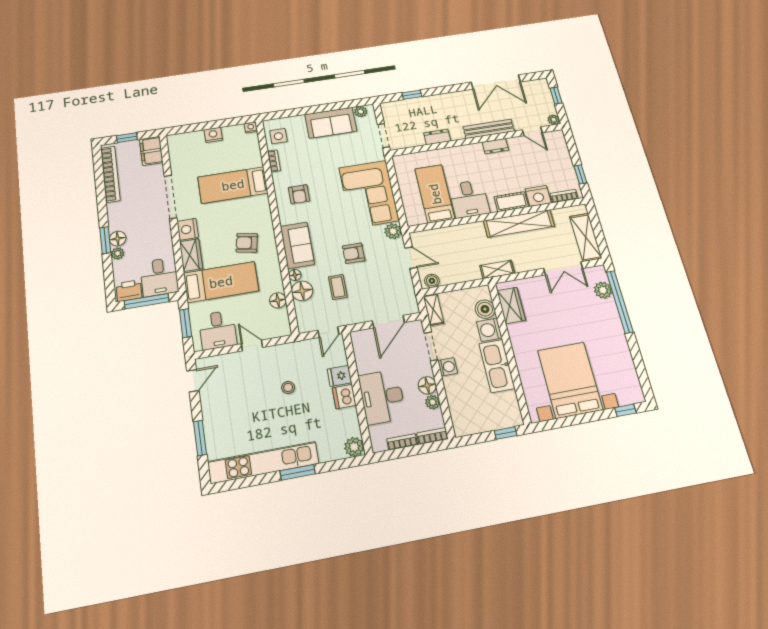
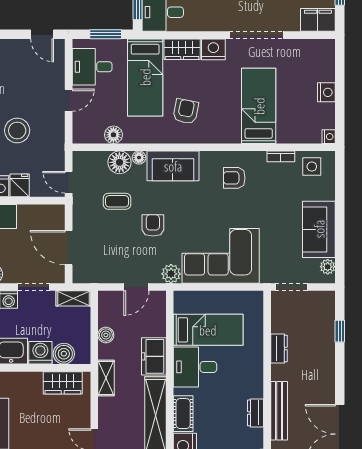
freezer: (468, 233) -> (154, 356), added
boiler: (432, 281) -> (106, 335), moved
stool: (288, 387) -> (17, 130), width x1.89, depth x1.89

